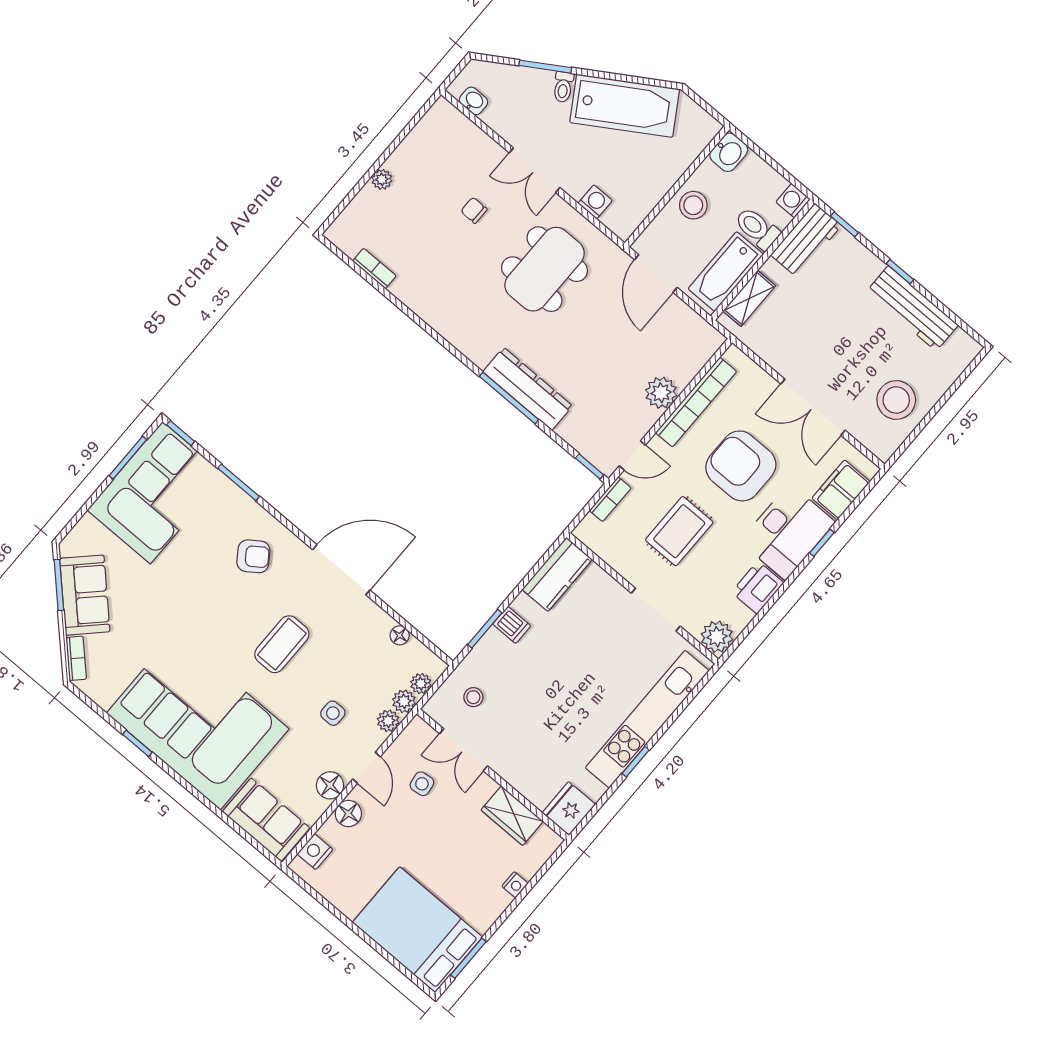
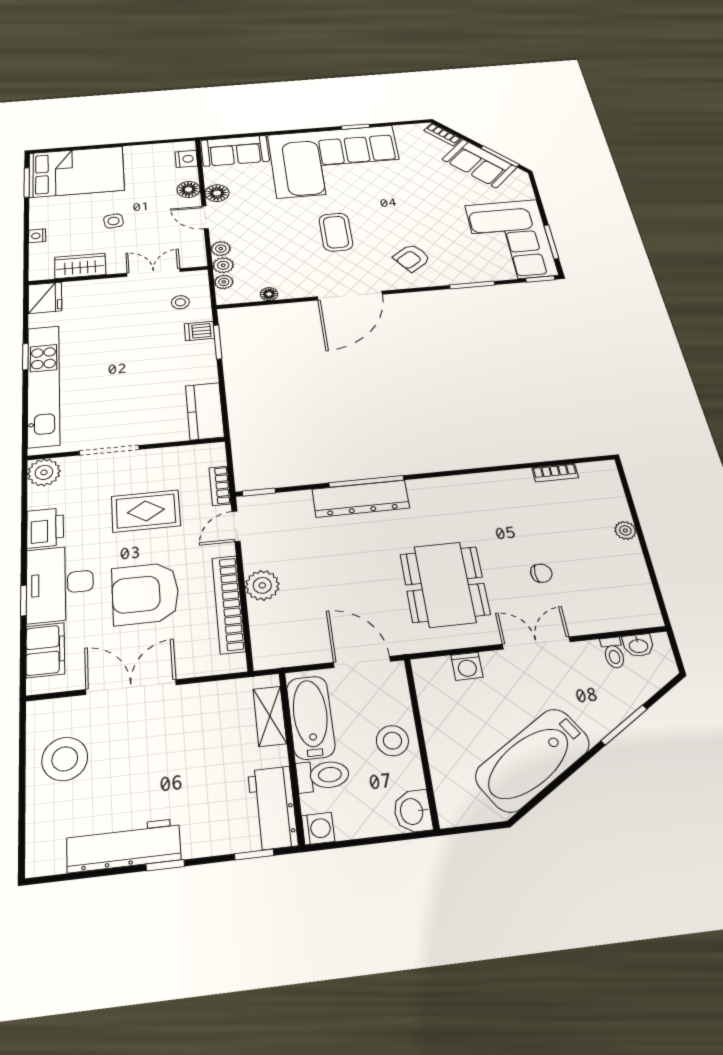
toilet: (563, 87) -> (613, 653), moved, turned -148
armchair: (741, 466) -> (145, 594), turned 180
rug: (679, 531) -> (146, 511), turned 90
dishwasher: (512, 625) -> (199, 331), moved
side table: (333, 713) -> (260, 226), removed
side table: (422, 784) -> (114, 221), moved

